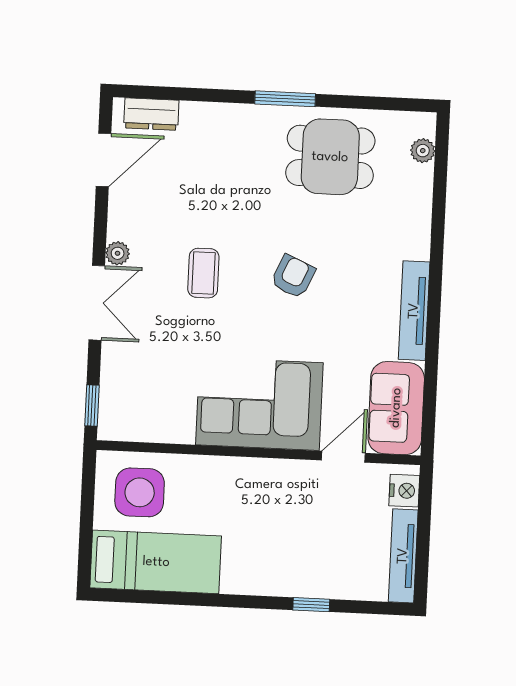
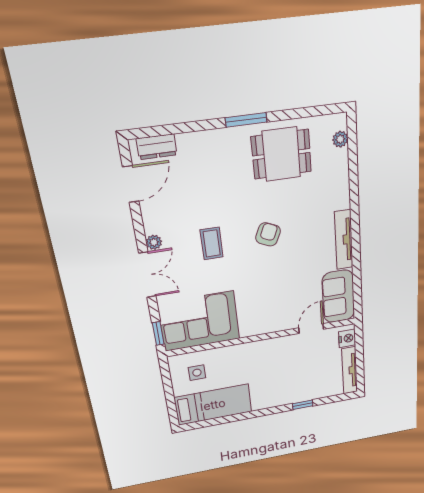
corner sofa: (259, 404) -> (199, 321), moved
side table: (140, 492) -> (197, 373), width x0.54, depth x0.54

